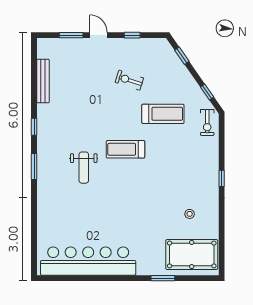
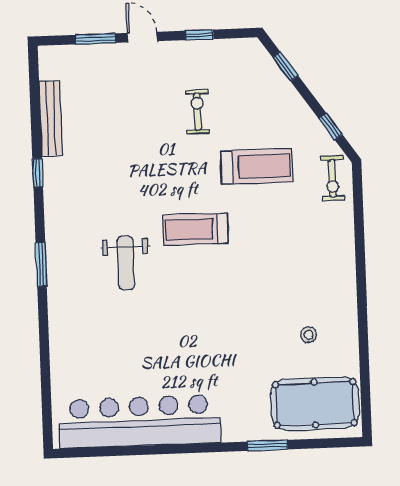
exercise bike: (129, 80) -> (197, 111), turned 72
window: (34, 127) -> (38, 173), moved
window: (222, 178) -> (361, 272), removed

